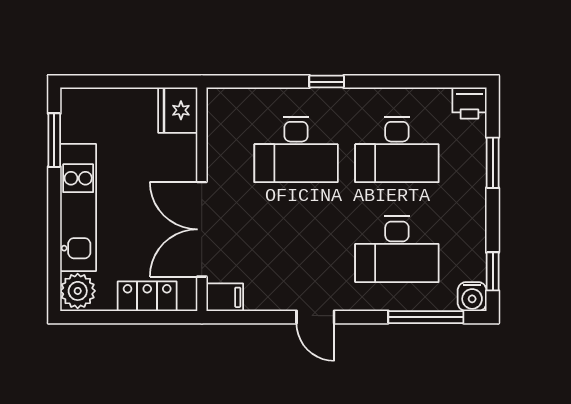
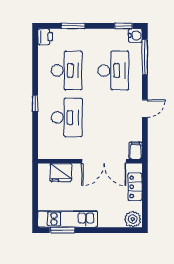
fridge: (178, 110) -> (61, 173), moved
kitchen unit: (78, 207) -> (68, 219), moved

